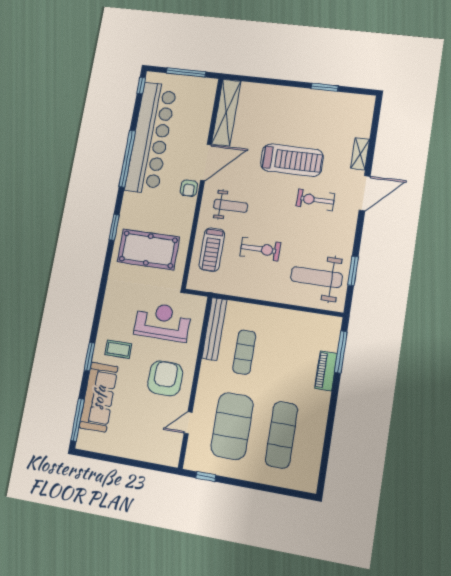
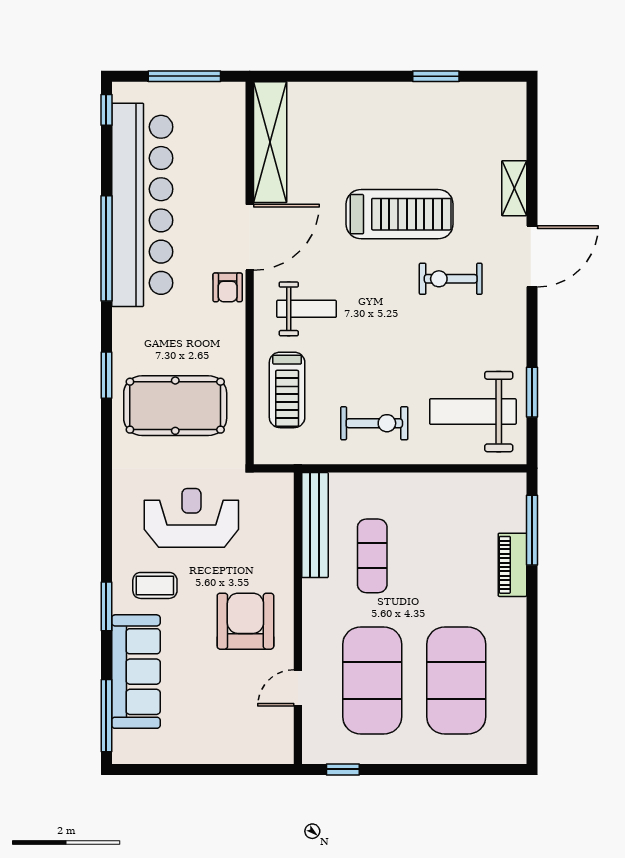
exercise bike: (260, 249) -> (374, 423), moved
reception desk: (163, 322) -> (191, 518), moved
exercise mat: (282, 435) -> (456, 681), width x1.47

